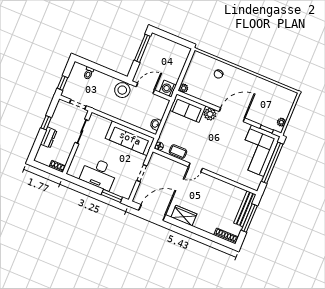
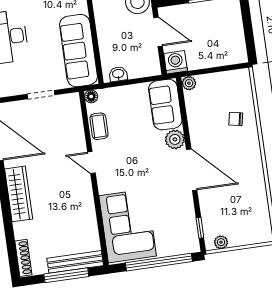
corner sofa: (258, 151) -> (128, 226), moved, turned 90
wardrobe: (184, 216) -> (19, 194), width x1.50

